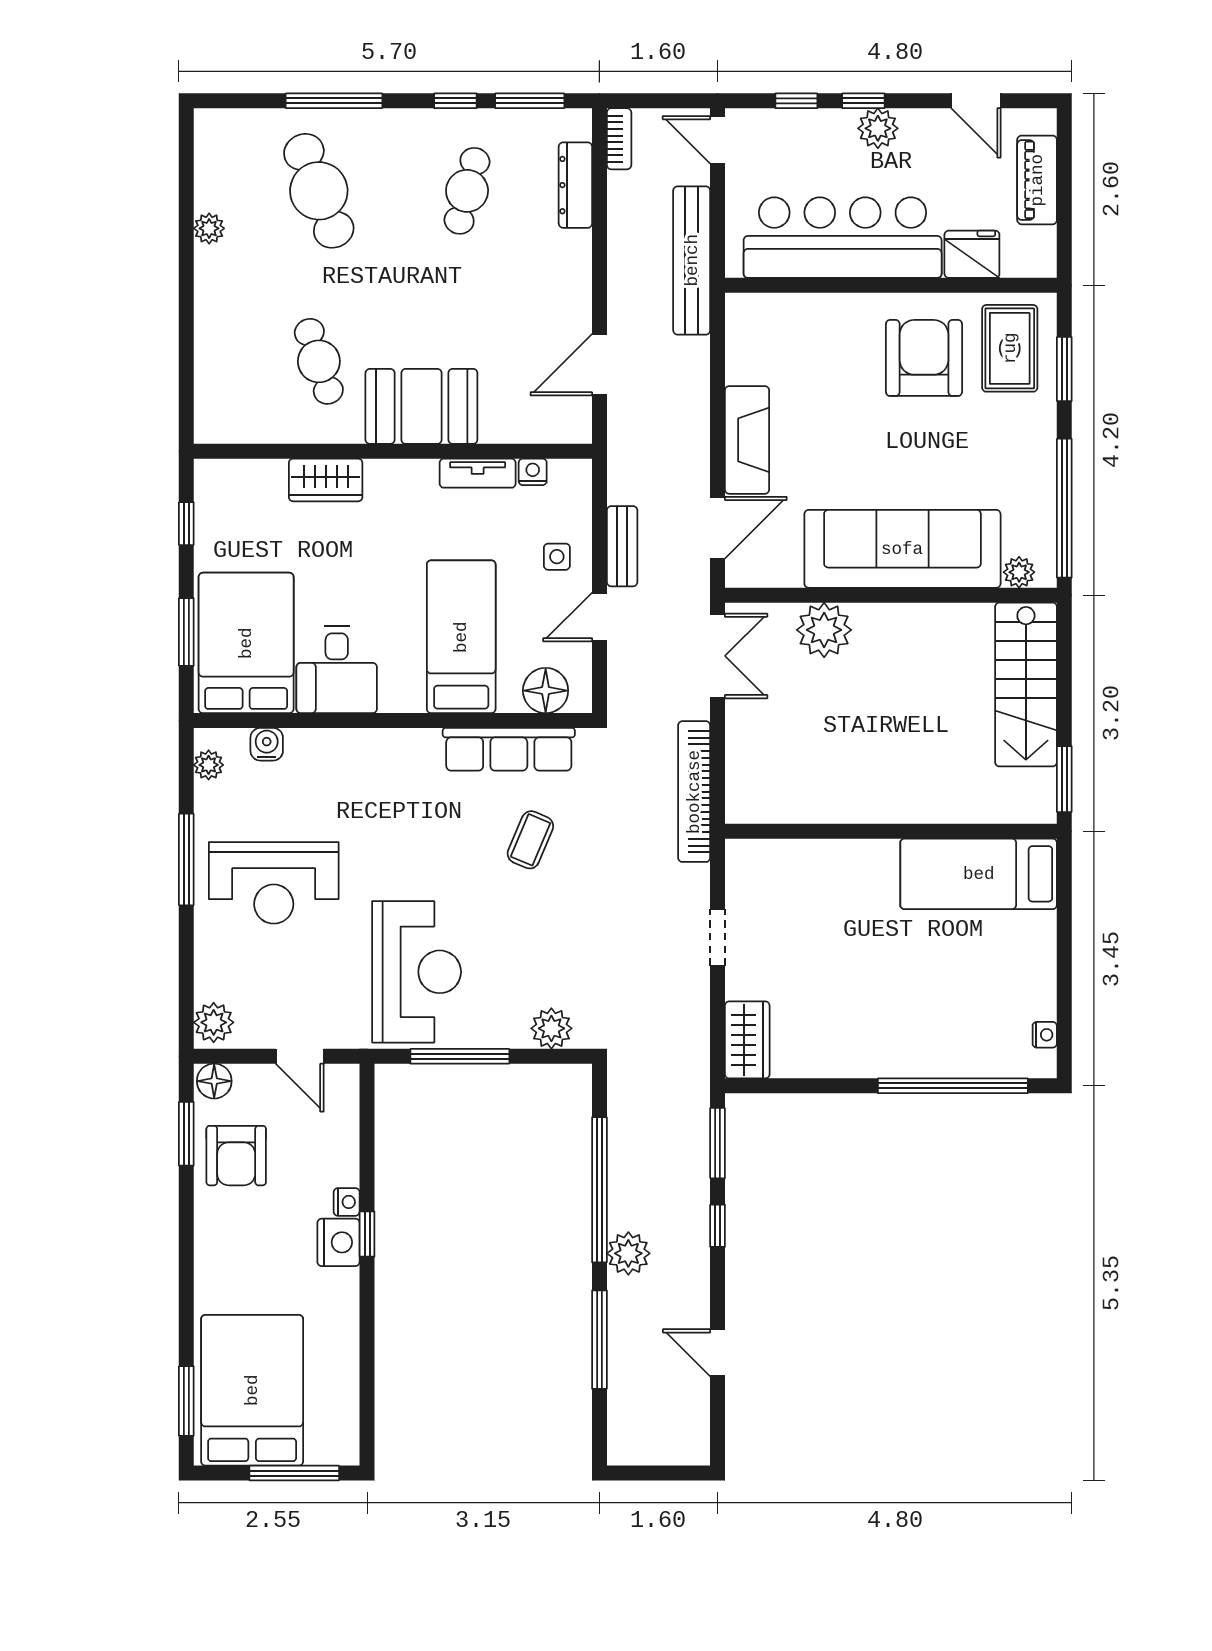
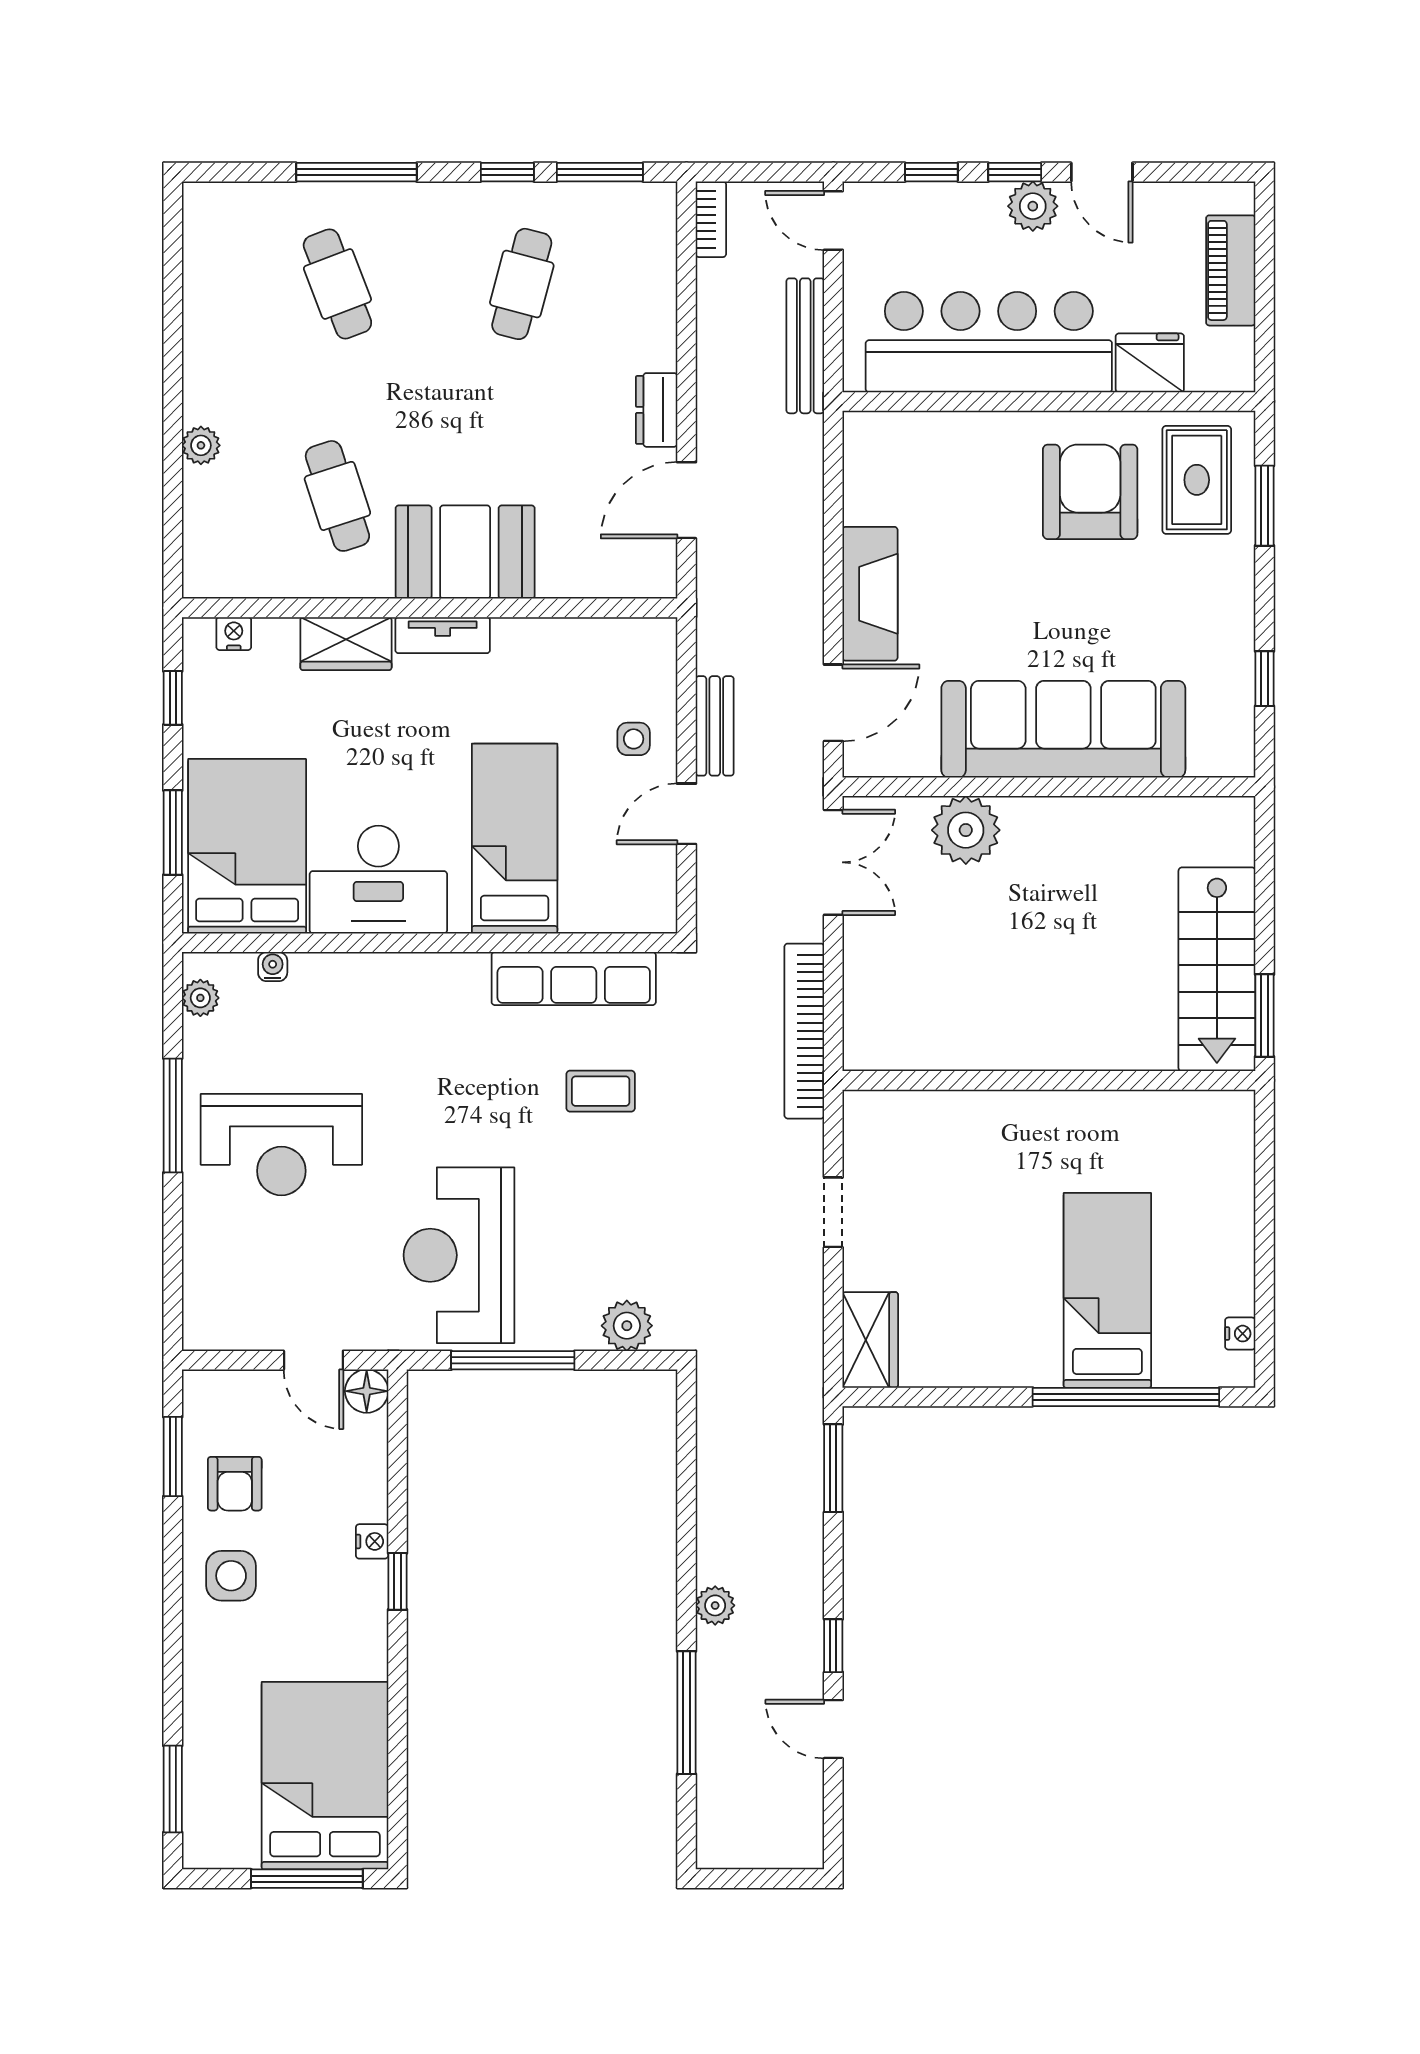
door: (976, 101) -> (1102, 172), moved
dresser: (575, 185) -> (657, 410), moved, width x0.70
cafe table: (319, 191) -> (337, 284), width x0.73, depth x0.74
plant: (209, 228) -> (201, 445), moved
bench: (692, 260) -> (805, 346), width x0.73, depth x0.82
nightstand: (533, 472) -> (234, 634), moved
tv unit: (478, 473) -> (443, 635), moved
window: (1064, 508) -> (1265, 679), width x0.32
plant: (1019, 572) -> (1208, 758), removed
desk: (337, 670) -> (378, 880), width x1.37
stairs: (1026, 684) -> (1217, 969), moved
floor lamp: (546, 691) -> (620, 905), removed
water cooler: (267, 744) -> (273, 967), width x0.72, depth x0.72
coffee table: (530, 840) -> (601, 1091), turned 67
bed: (979, 874) -> (1107, 1290), moved, turned 90
reception desk: (417, 972) -> (459, 1255), turned 180
plant: (214, 1022) -> (207, 1318), removed
floor lamp: (214, 1081) -> (367, 1391), moved
armchair: (236, 1156) -> (235, 1484), width x0.72, depth x0.72
window: (599, 1190) -> (687, 1526), removed
window: (718, 1226) -> (833, 1646), moved
side table: (233, 1230) -> (231, 1576), added
nightstand: (338, 1242) -> (362, 1592), removed
plant: (628, 1253) -> (715, 1605), width x0.73, depth x0.73
bed: (252, 1390) -> (325, 1776), moved

